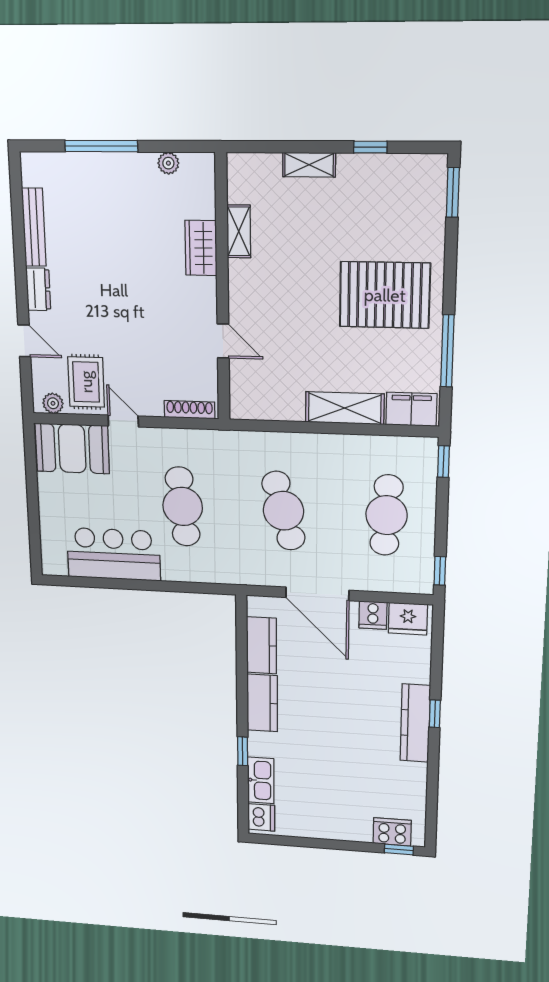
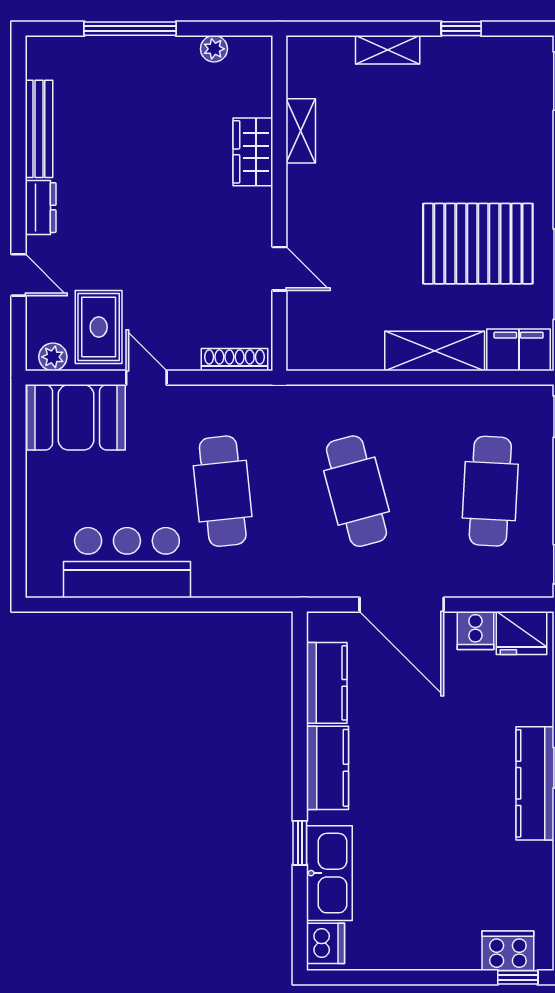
pallet: (385, 295) -> (478, 244), moved
kitchen sink: (261, 780) -> (329, 873), width x1.36, depth x1.24

